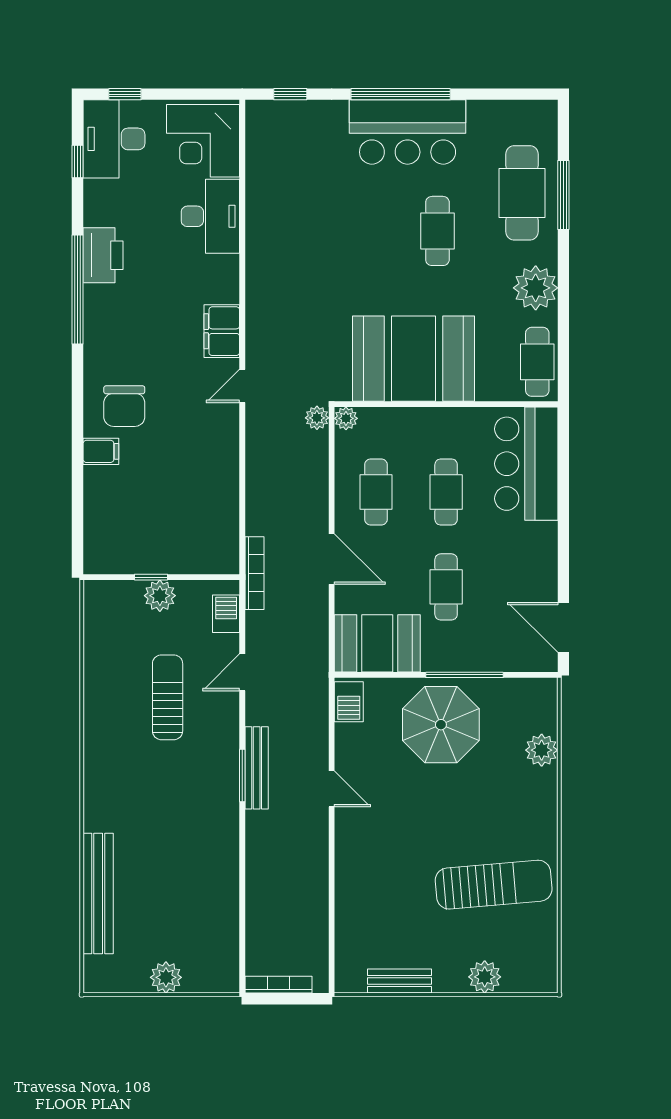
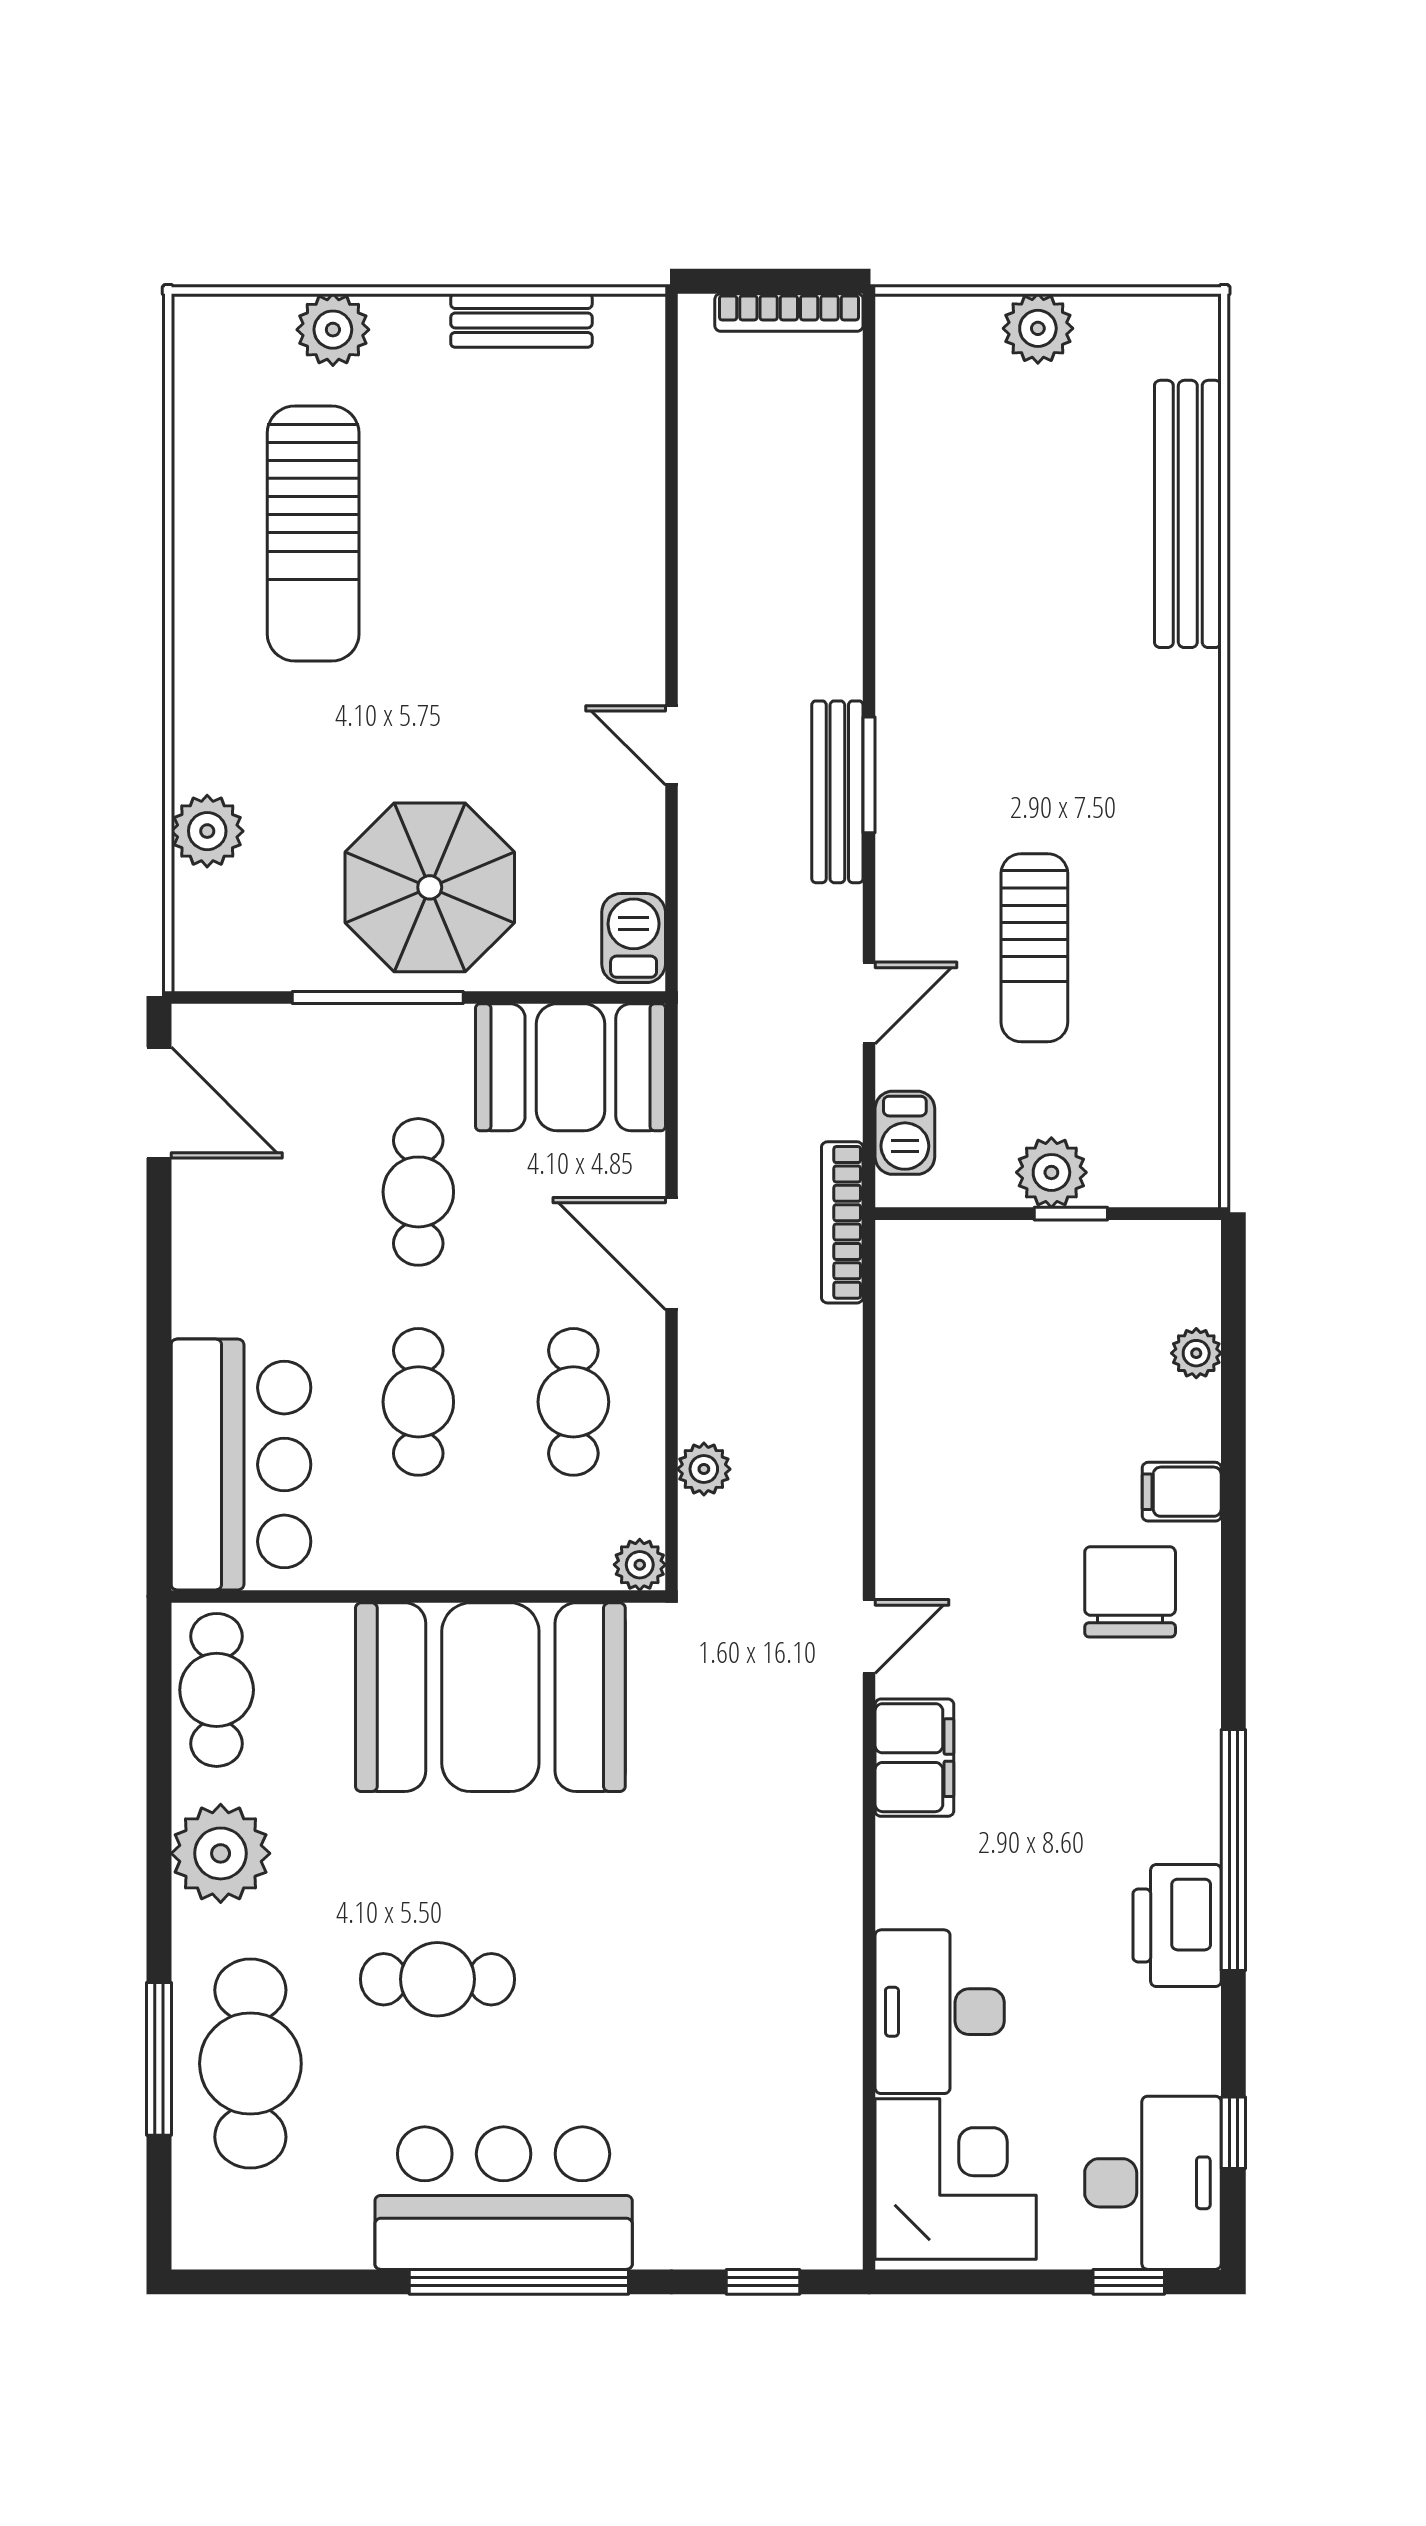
cafe table: (437, 231) -> (437, 1979), turned 90
plant: (317, 418) -> (704, 1469), moved
plant: (94, 514) -> (1196, 1353), added
sun lounger: (494, 885) -> (313, 534), turned -85

